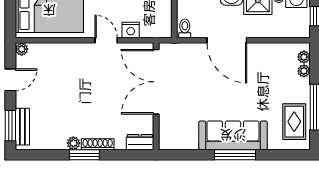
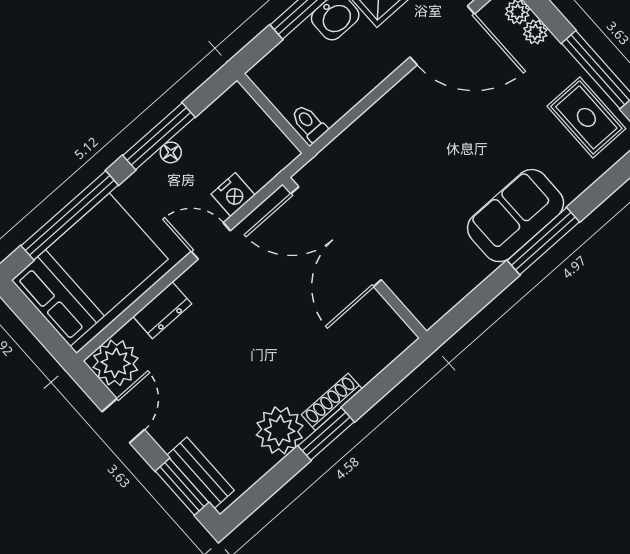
door: (227, 40) -> (442, 35), moved
plant: (22, 49) -> (116, 363), width x1.88, depth x1.88
sofa: (233, 135) -> (516, 216), width x0.73
dresser: (140, 142) -> (162, 310), moved, turned 180
plant: (73, 143) -> (280, 430), width x1.87, depth x1.87

